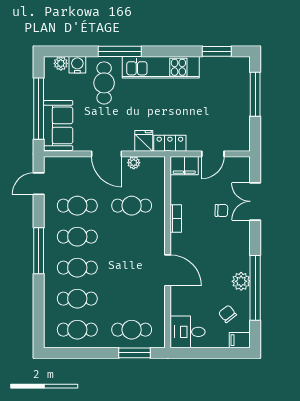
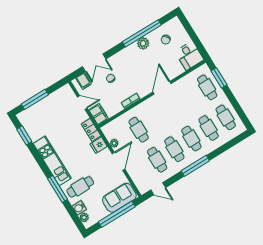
filing cabinet: (240, 340) -> (84, 81), moved

